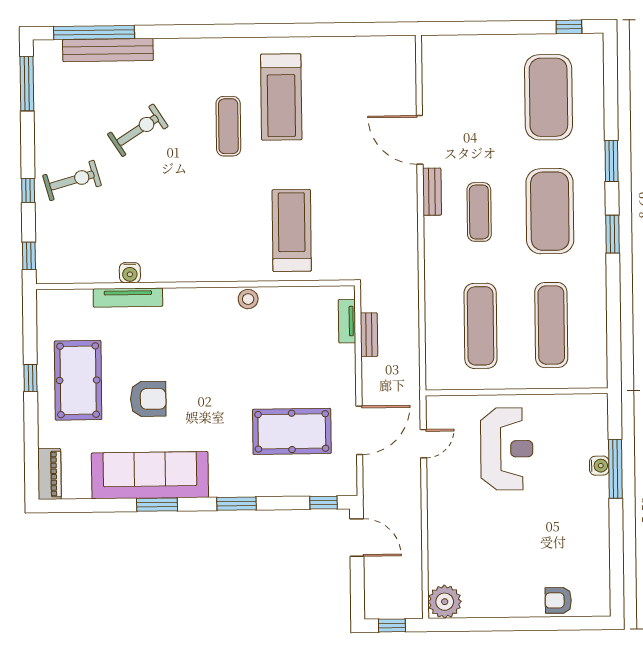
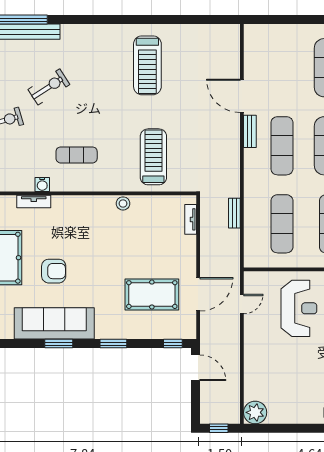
exercise mat: (228, 126) -> (77, 155), moved, turned 90
exercise mat: (479, 212) -> (282, 146), width x1.36, depth x1.45
tv unit: (128, 298) -> (34, 201), width x0.71
bench: (369, 335) -> (234, 213), moved

